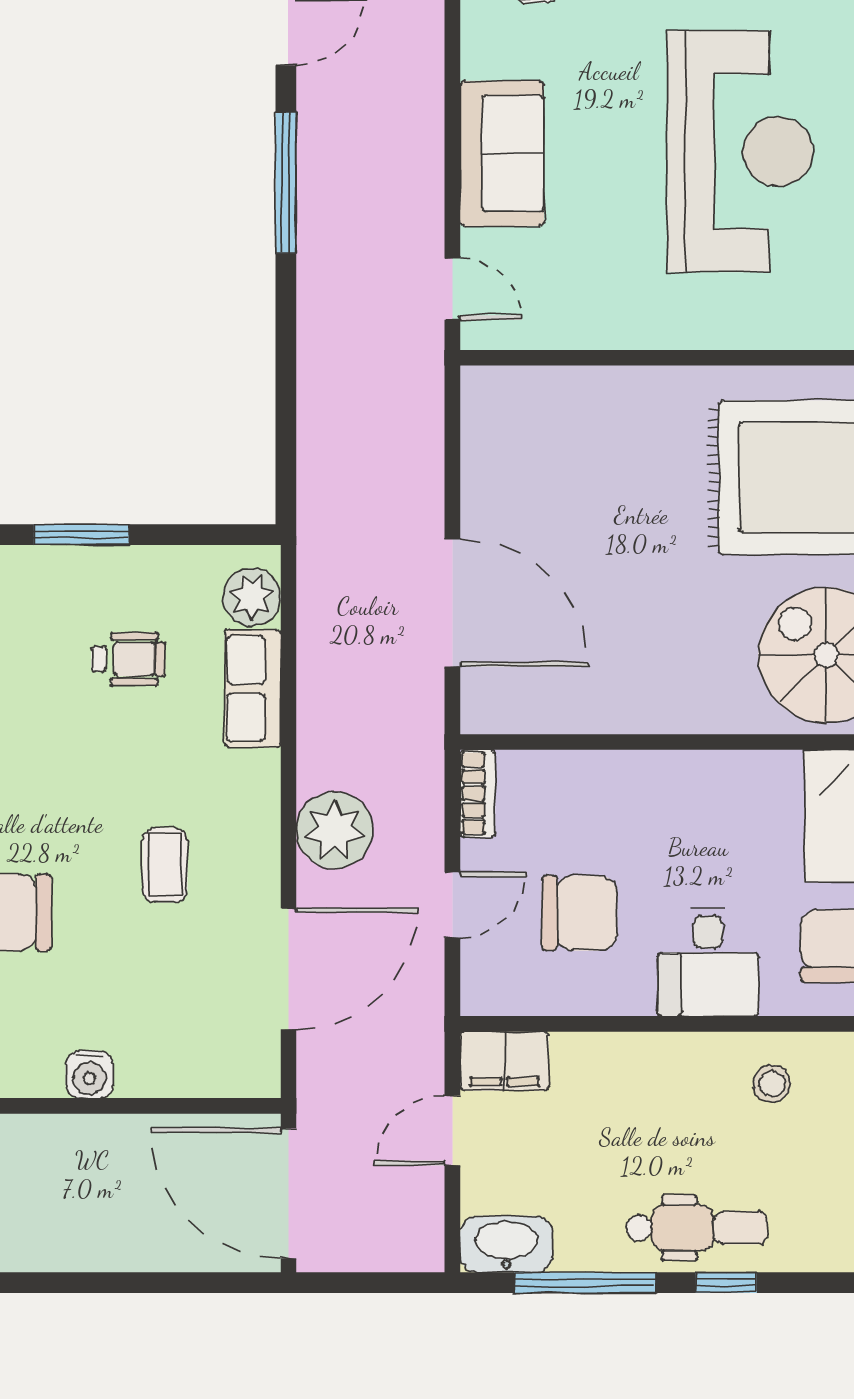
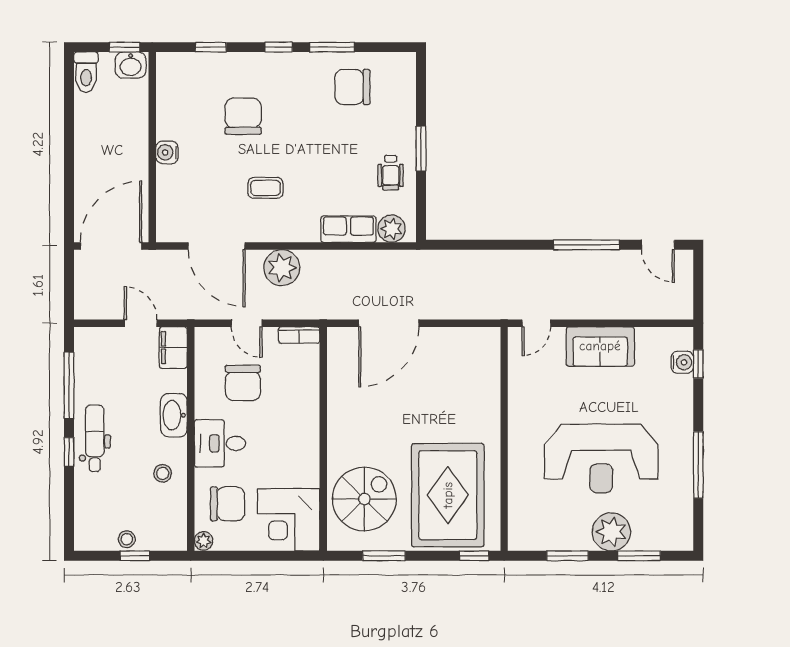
wheelchair: (128, 659) -> (391, 173), moved
dental chair: (697, 1228) -> (95, 438), turned 180
washbasin: (506, 1244) -> (174, 415), moved, turned 180

